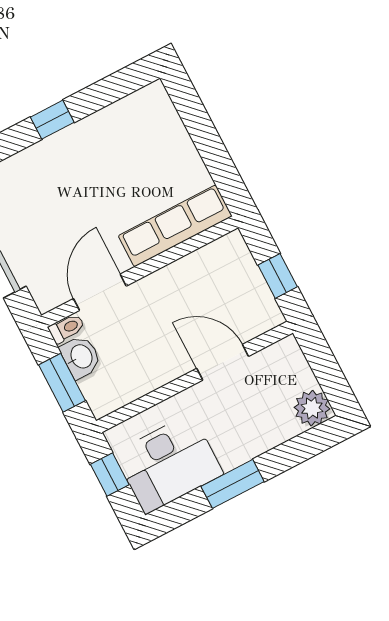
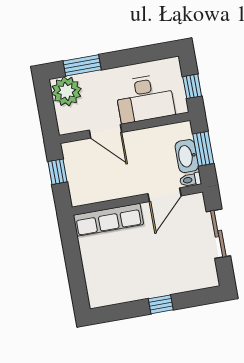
washbasin: (81, 357) -> (187, 156), width x1.38
plant: (312, 408) -> (66, 91), width x1.36, depth x1.36
desk: (169, 464) -> (145, 99), moved, turned 180
window: (233, 484) -> (82, 65), moved

